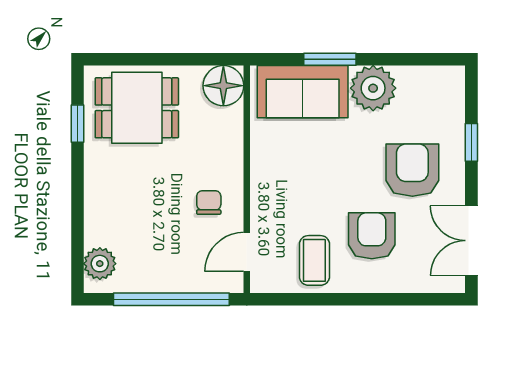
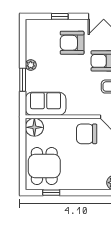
plant: (373, 88) -> (31, 65), width x0.53, depth x0.53
sofa: (303, 92) -> (46, 104), moved, turned -90
chair: (209, 203) -> (87, 134), width x1.87, depth x1.87

